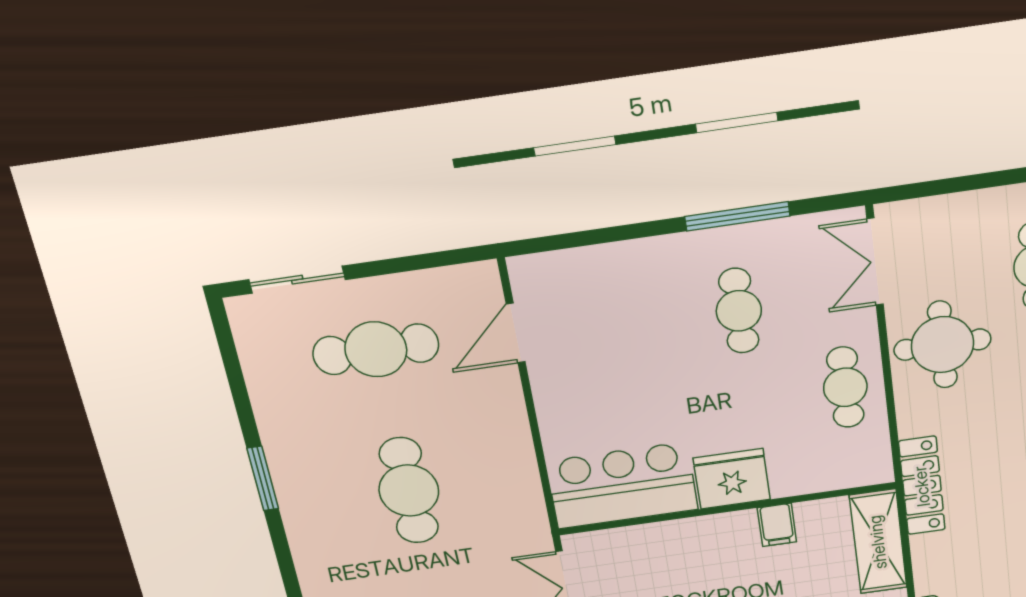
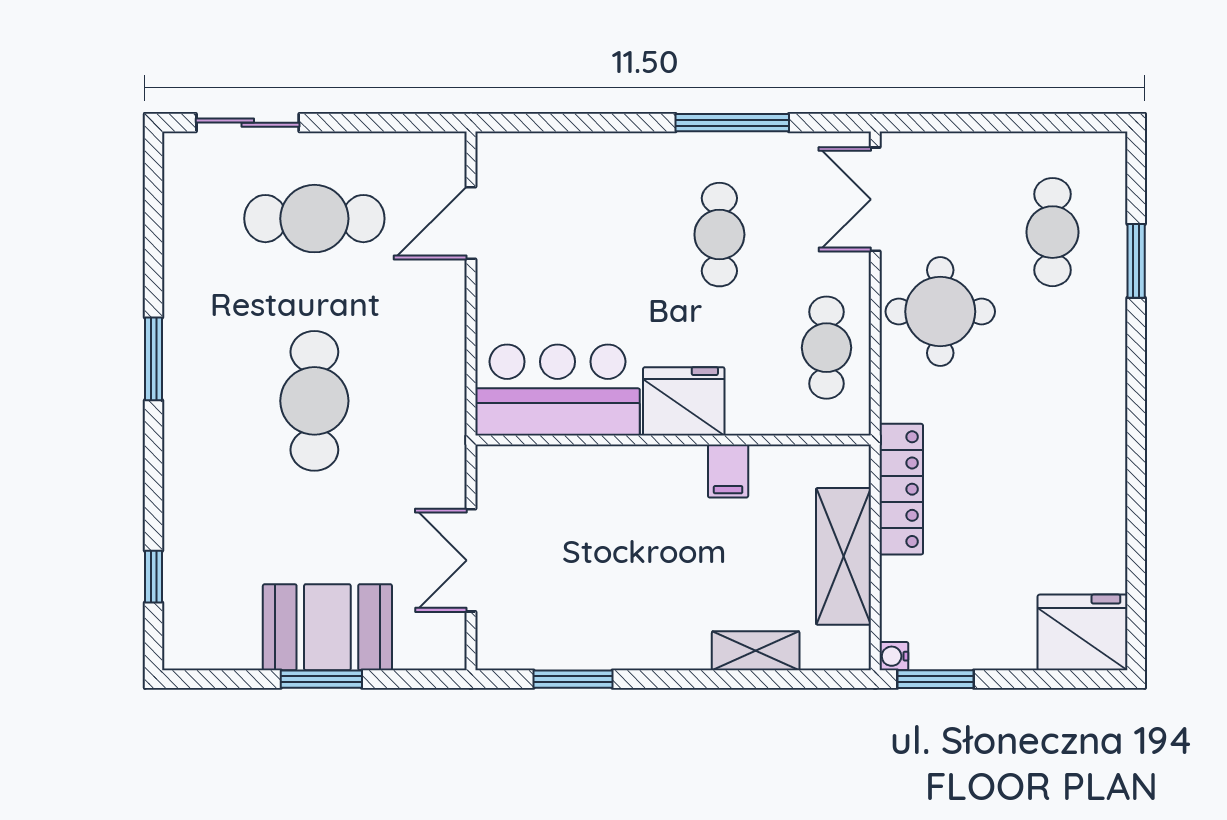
fridge: (732, 479) -> (684, 401), moved
bar counter: (622, 486) -> (558, 390), moved
wall: (727, 509) -> (673, 440), moved
filing cabinet: (777, 525) -> (728, 471), moved

